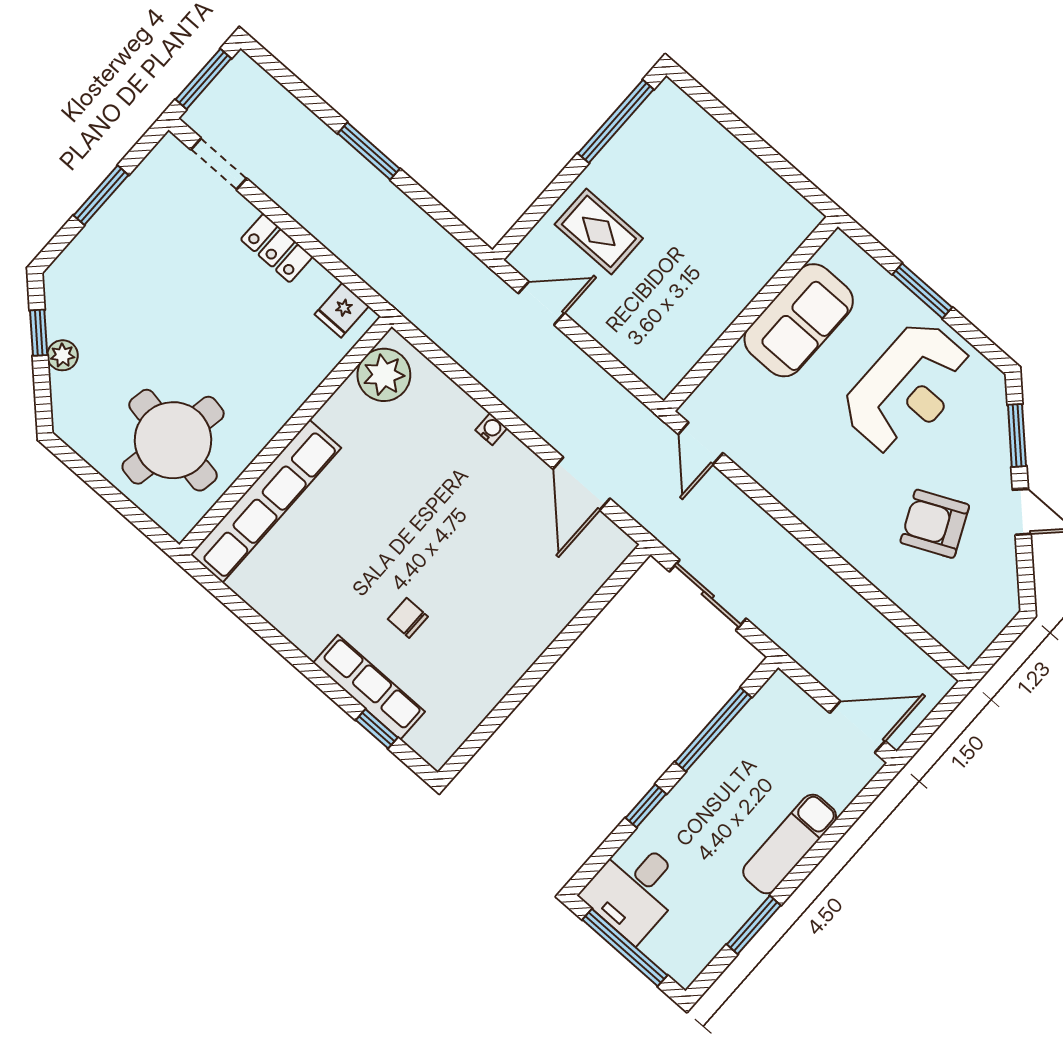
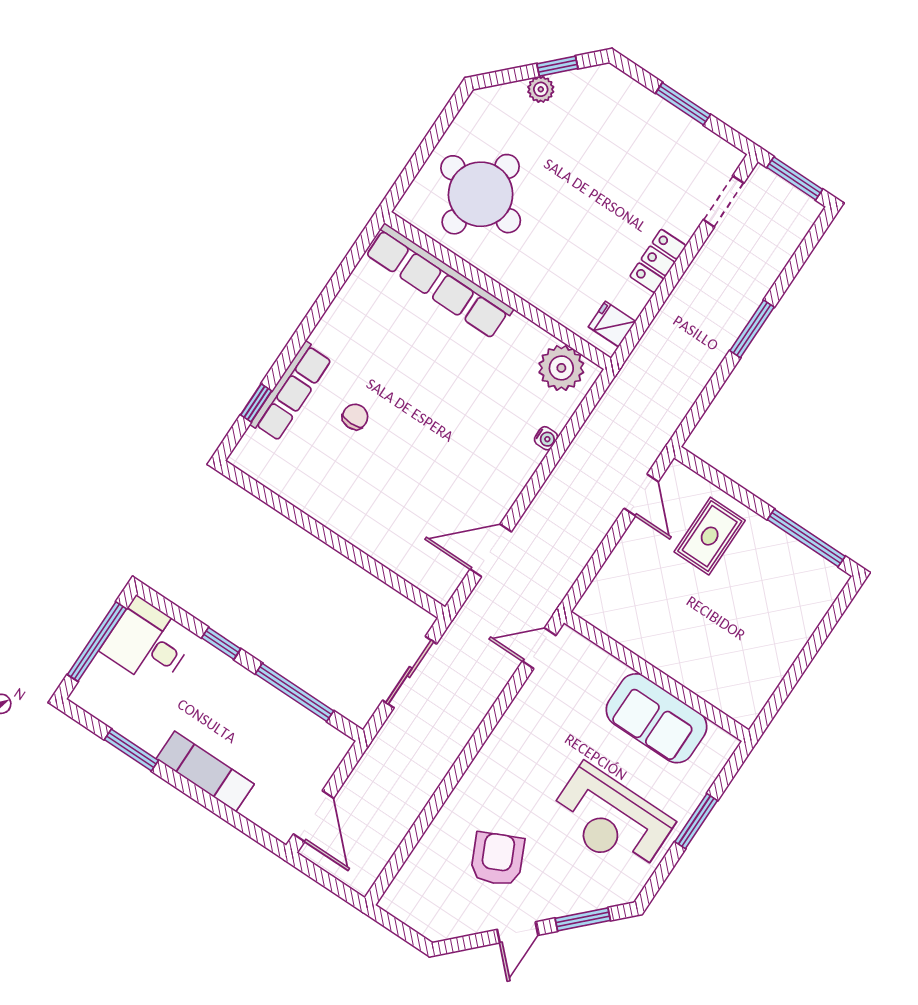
water cooler: (491, 429) -> (546, 438), moved

